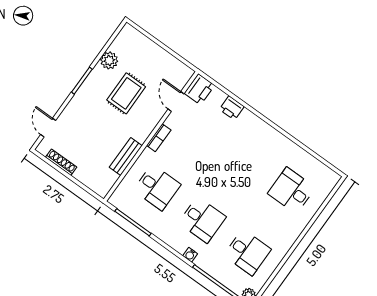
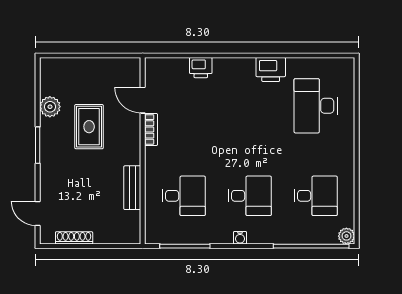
printer: (199, 89) -> (271, 70), moved, turned 90
bookcase: (159, 138) -> (151, 129), moved
desk: (292, 191) -> (316, 106), width x1.37
water cooler: (190, 255) -> (240, 238), moved

